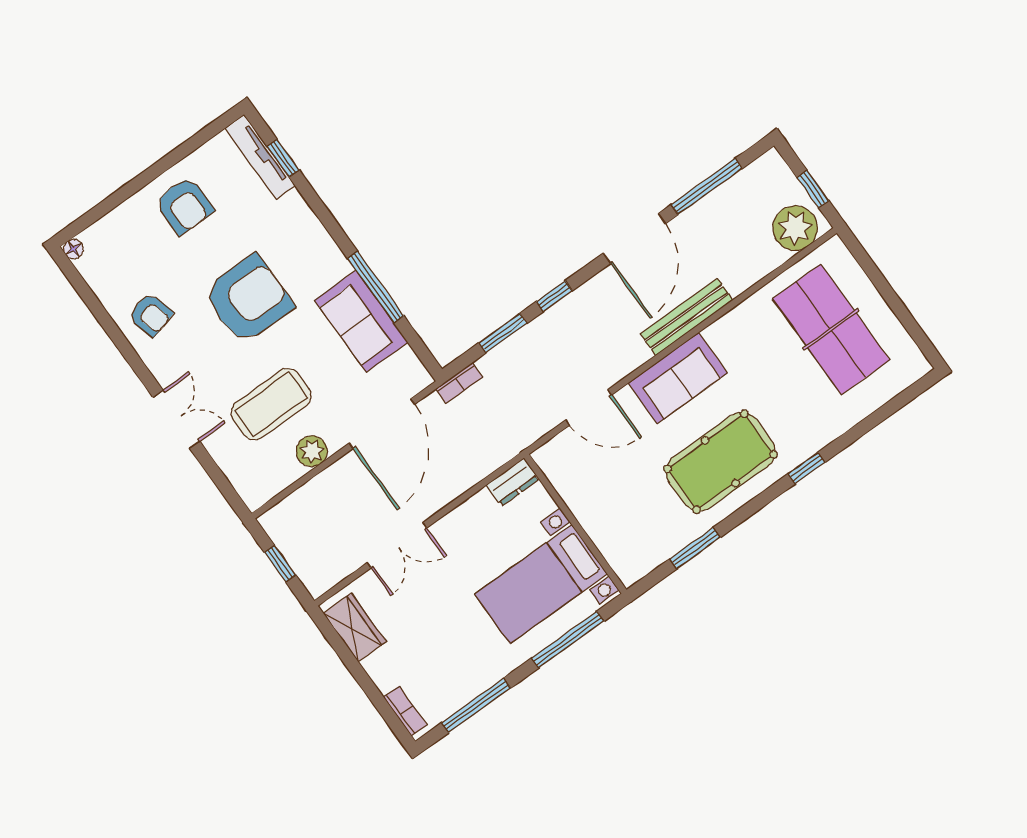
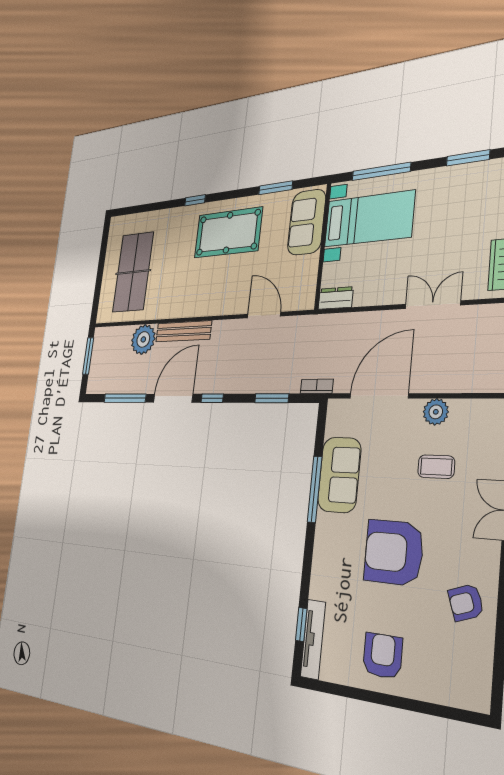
window: (813, 189) -> (88, 356), width x1.50
plant: (795, 228) -> (143, 339), moved
floor lamp: (73, 249) -> (481, 703), removed
window: (554, 296) -> (212, 398), moved
armchair: (151, 315) -> (466, 603), turned -95
sofa: (678, 378) -> (307, 222), moved, turned -90
coffee table: (271, 404) -> (436, 467), width x0.54, depth x0.58
window: (476, 706) -> (468, 158), width x0.69

